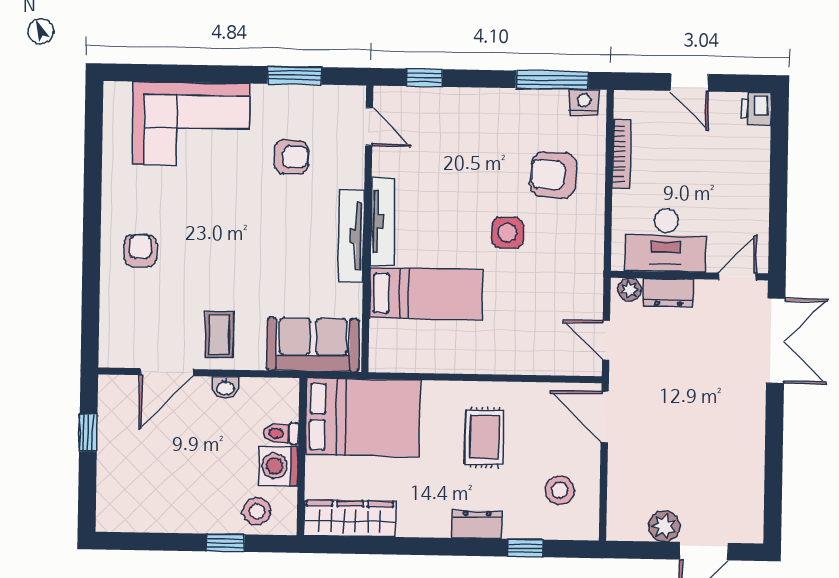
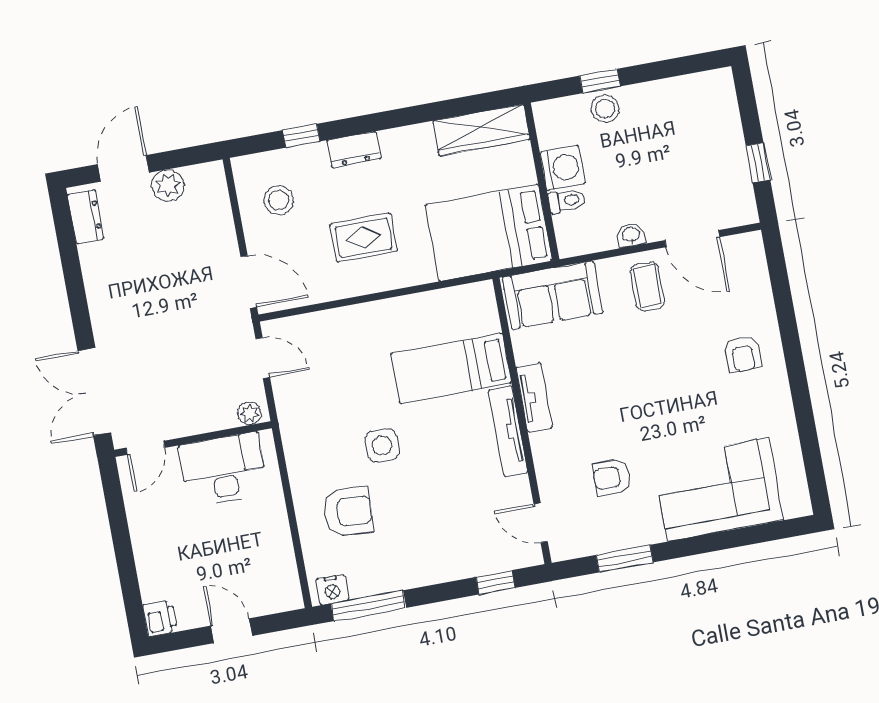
bookcase: (622, 154) -> (285, 546), removed
tv unit: (351, 236) -> (534, 397), width x0.71
dresser: (668, 293) -> (86, 217), moved, turned 90
door: (167, 372) -> (692, 239), swing flipped
rug: (485, 437) -> (364, 238), turned 90
stool: (257, 511) -> (605, 109), moved

